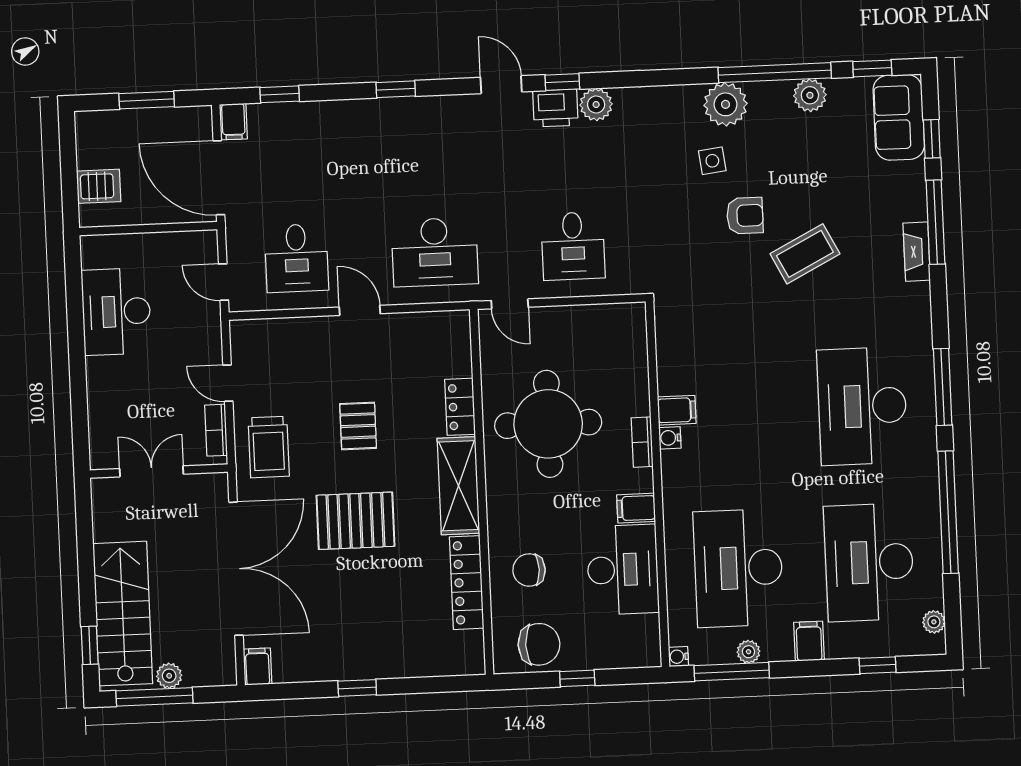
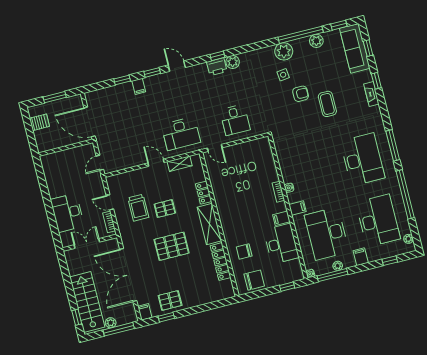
door: (501, 85) -> (177, 66), moved
window: (280, 94) -> (122, 80), moved
sofa: (899, 117) -> (355, 48), width x1.36
filing cabinet: (233, 122) -> (139, 86), moved
server rack: (99, 186) -> (39, 122), moved
window: (935, 222) -> (376, 81), width x0.46
coffee table: (805, 254) -> (327, 104), turned -63
desk: (297, 258) -> (127, 147), removed
door: (223, 282) -> (100, 163), hinge flipped
desk: (116, 312) -> (67, 213), moved
shelving: (417, 324) -> (180, 164), added
desk: (862, 406) -> (362, 159), turned 180
filing cabinet: (677, 410) -> (297, 208), moved
round table: (548, 424) -> (240, 192), removed
pallet: (358, 426) -> (165, 209), turned 90
trolley: (269, 447) -> (138, 208), moved
desk: (869, 562) -> (378, 221), turned 180
double door: (236, 569) -> (128, 275), swing flipped
pallet: (325, 651) -> (170, 300), added
window: (577, 678) -> (287, 287), moved
window: (357, 688) -> (166, 317), moved
window: (154, 697) -> (119, 329), moved

